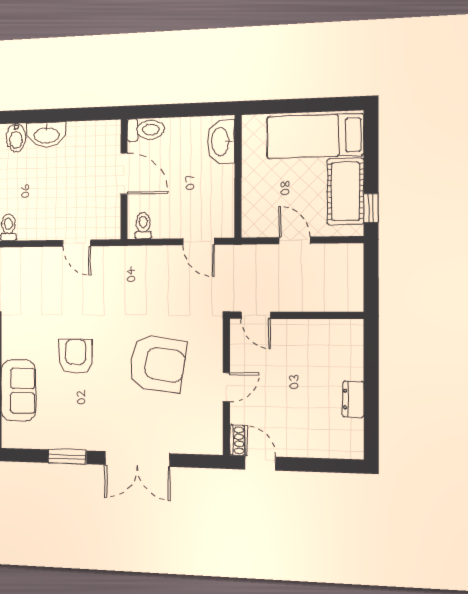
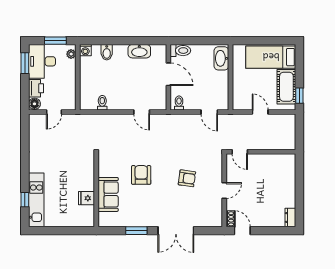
washbasin: (46, 135) -> (139, 51), moved
armchair: (157, 364) -> (187, 178), width x0.53, depth x0.53
dresser: (353, 399) -> (290, 217), moved

